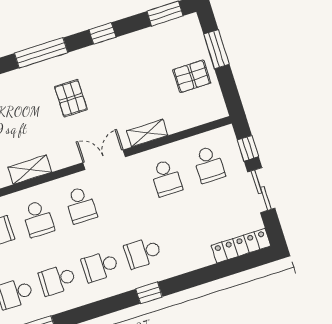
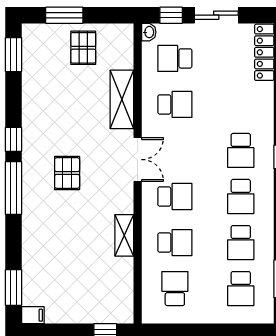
window: (102, 33) -> (14, 139), moved
pallet: (71, 98) -> (67, 173), turned 90
shelving: (147, 133) -> (122, 99), width x1.50, depth x1.33
washbasin: (226, 133) -> (149, 32), added
double door: (104, 160) -> (138, 160), swing flipped
school desk: (209, 164) -> (175, 58), turned 180

